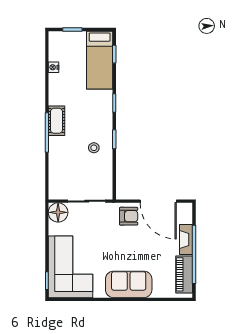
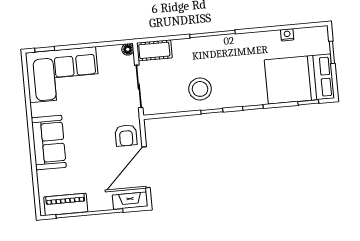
bed: (100, 60) -> (299, 79), width x1.50
cot: (56, 121) -> (154, 50), moved
stool: (94, 148) -> (200, 89), width x1.89, depth x1.89
floor lamp: (58, 212) -> (128, 49), width x0.53, depth x0.53
fireplace: (186, 240) -> (130, 201), moved

